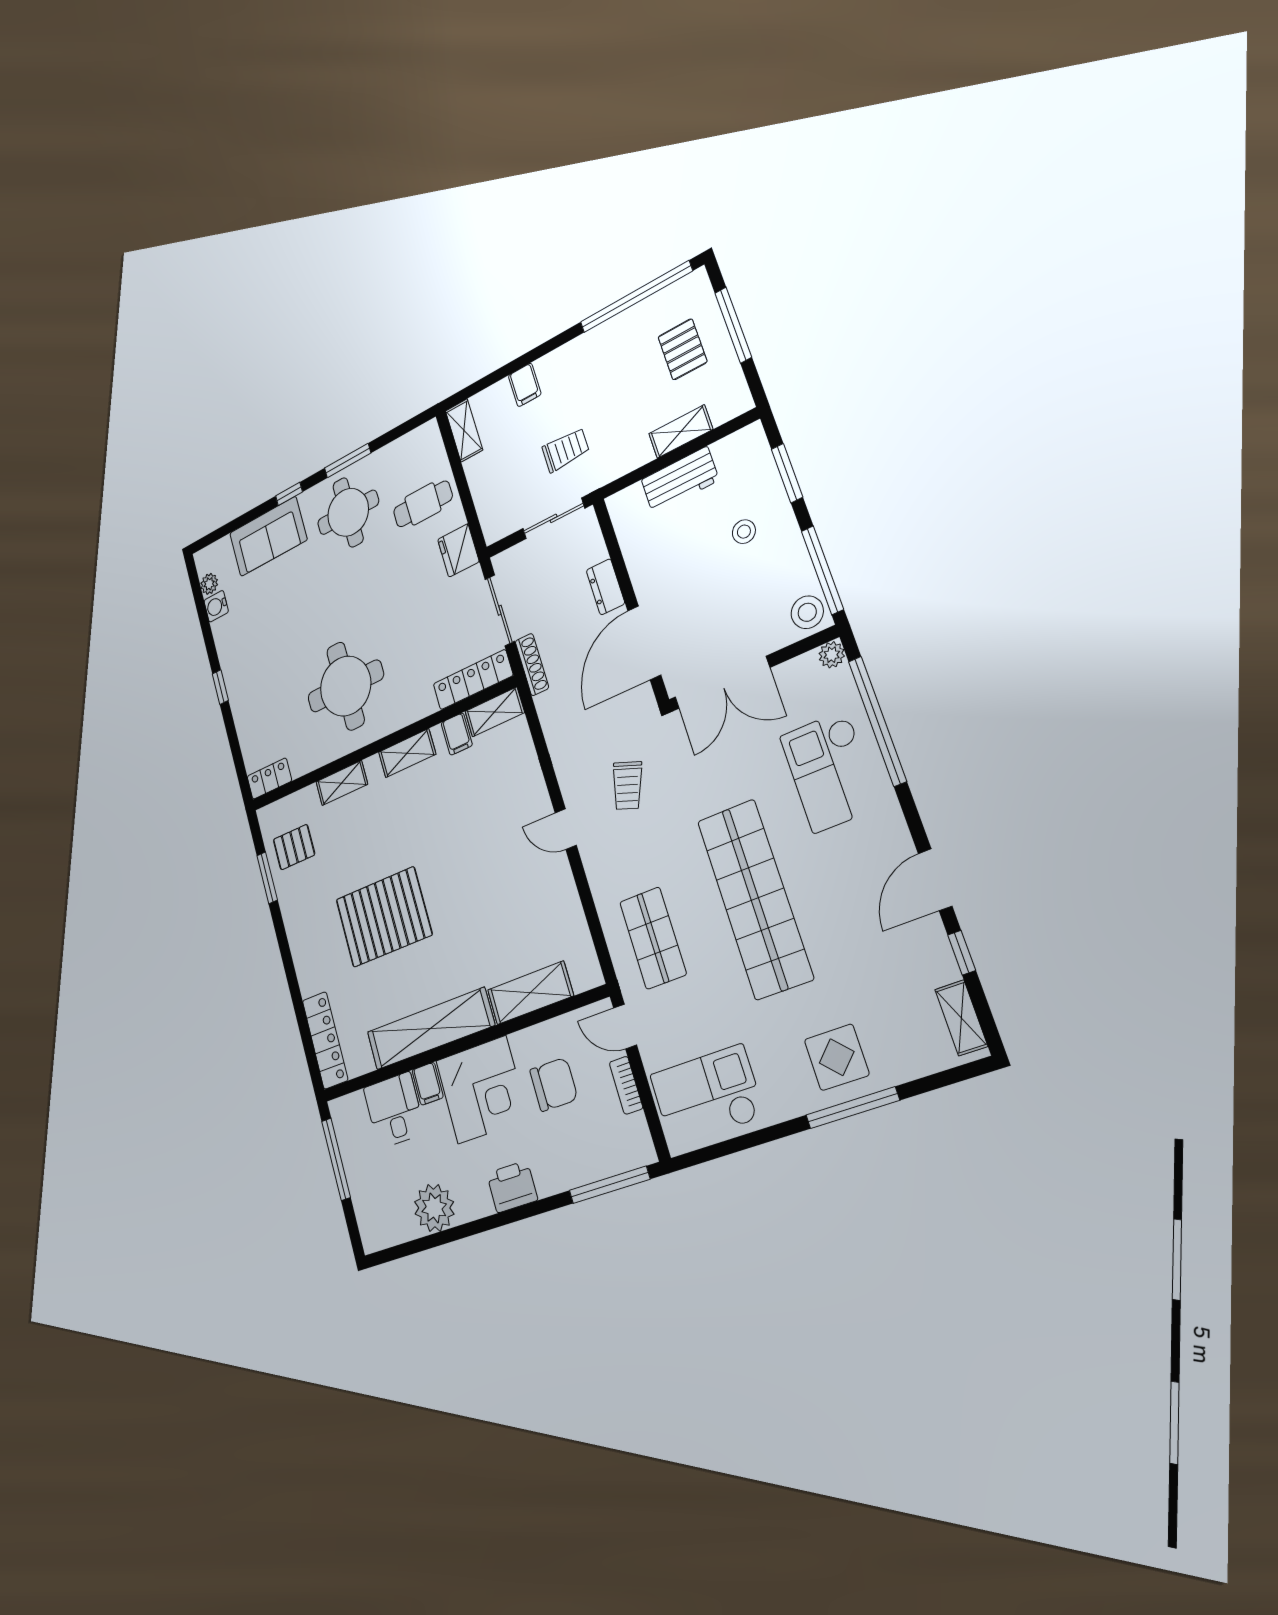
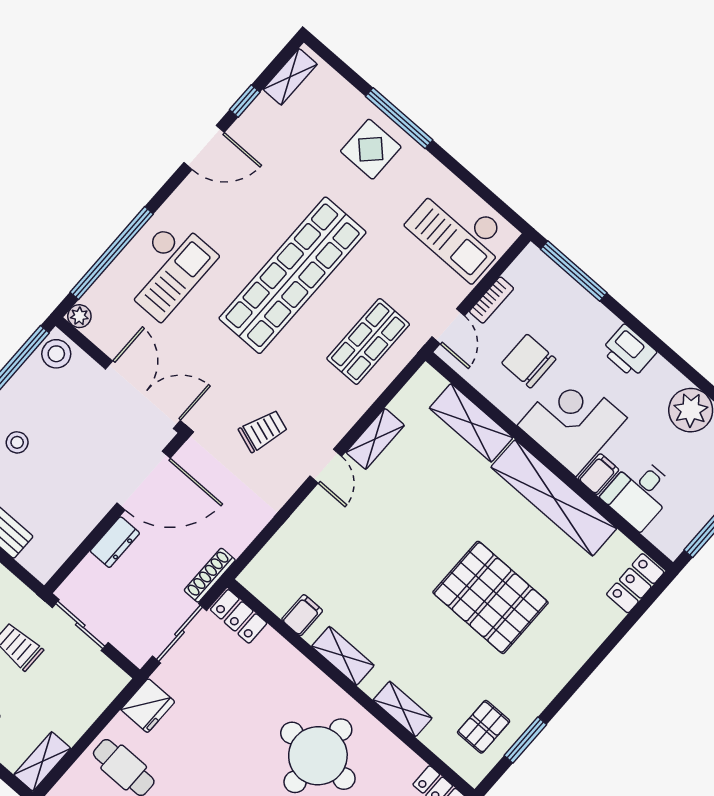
locker: (473, 680) -> (239, 616), width x0.66
shelving: (495, 712) -> (375, 439), moved, turned 90
pallet: (294, 847) -> (484, 727), turned 90
locker: (325, 1040) -> (635, 583), width x0.66

